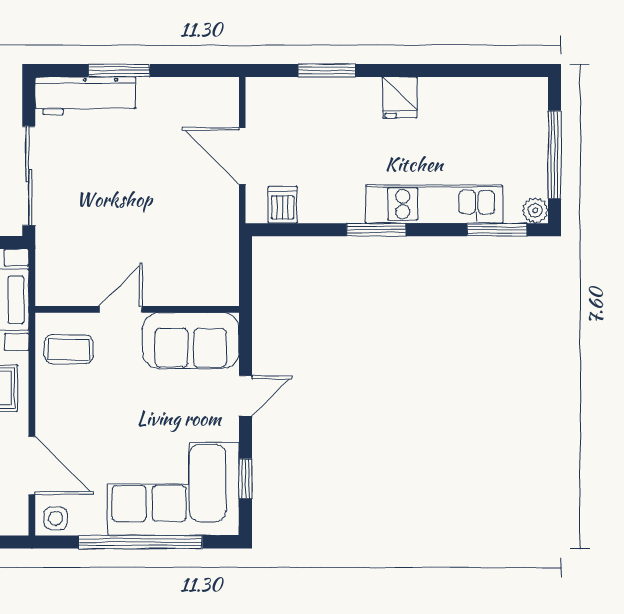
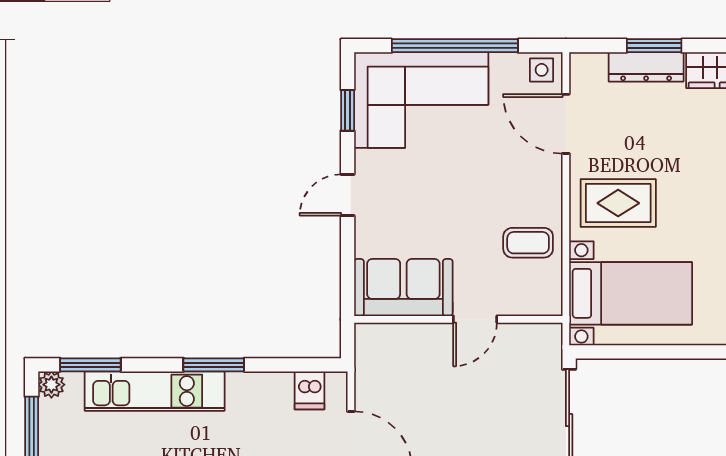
door: (121, 309) -> (475, 319), moved
wall: (137, 309) -> (458, 319), moved
sofa: (191, 341) -> (403, 287), moved

